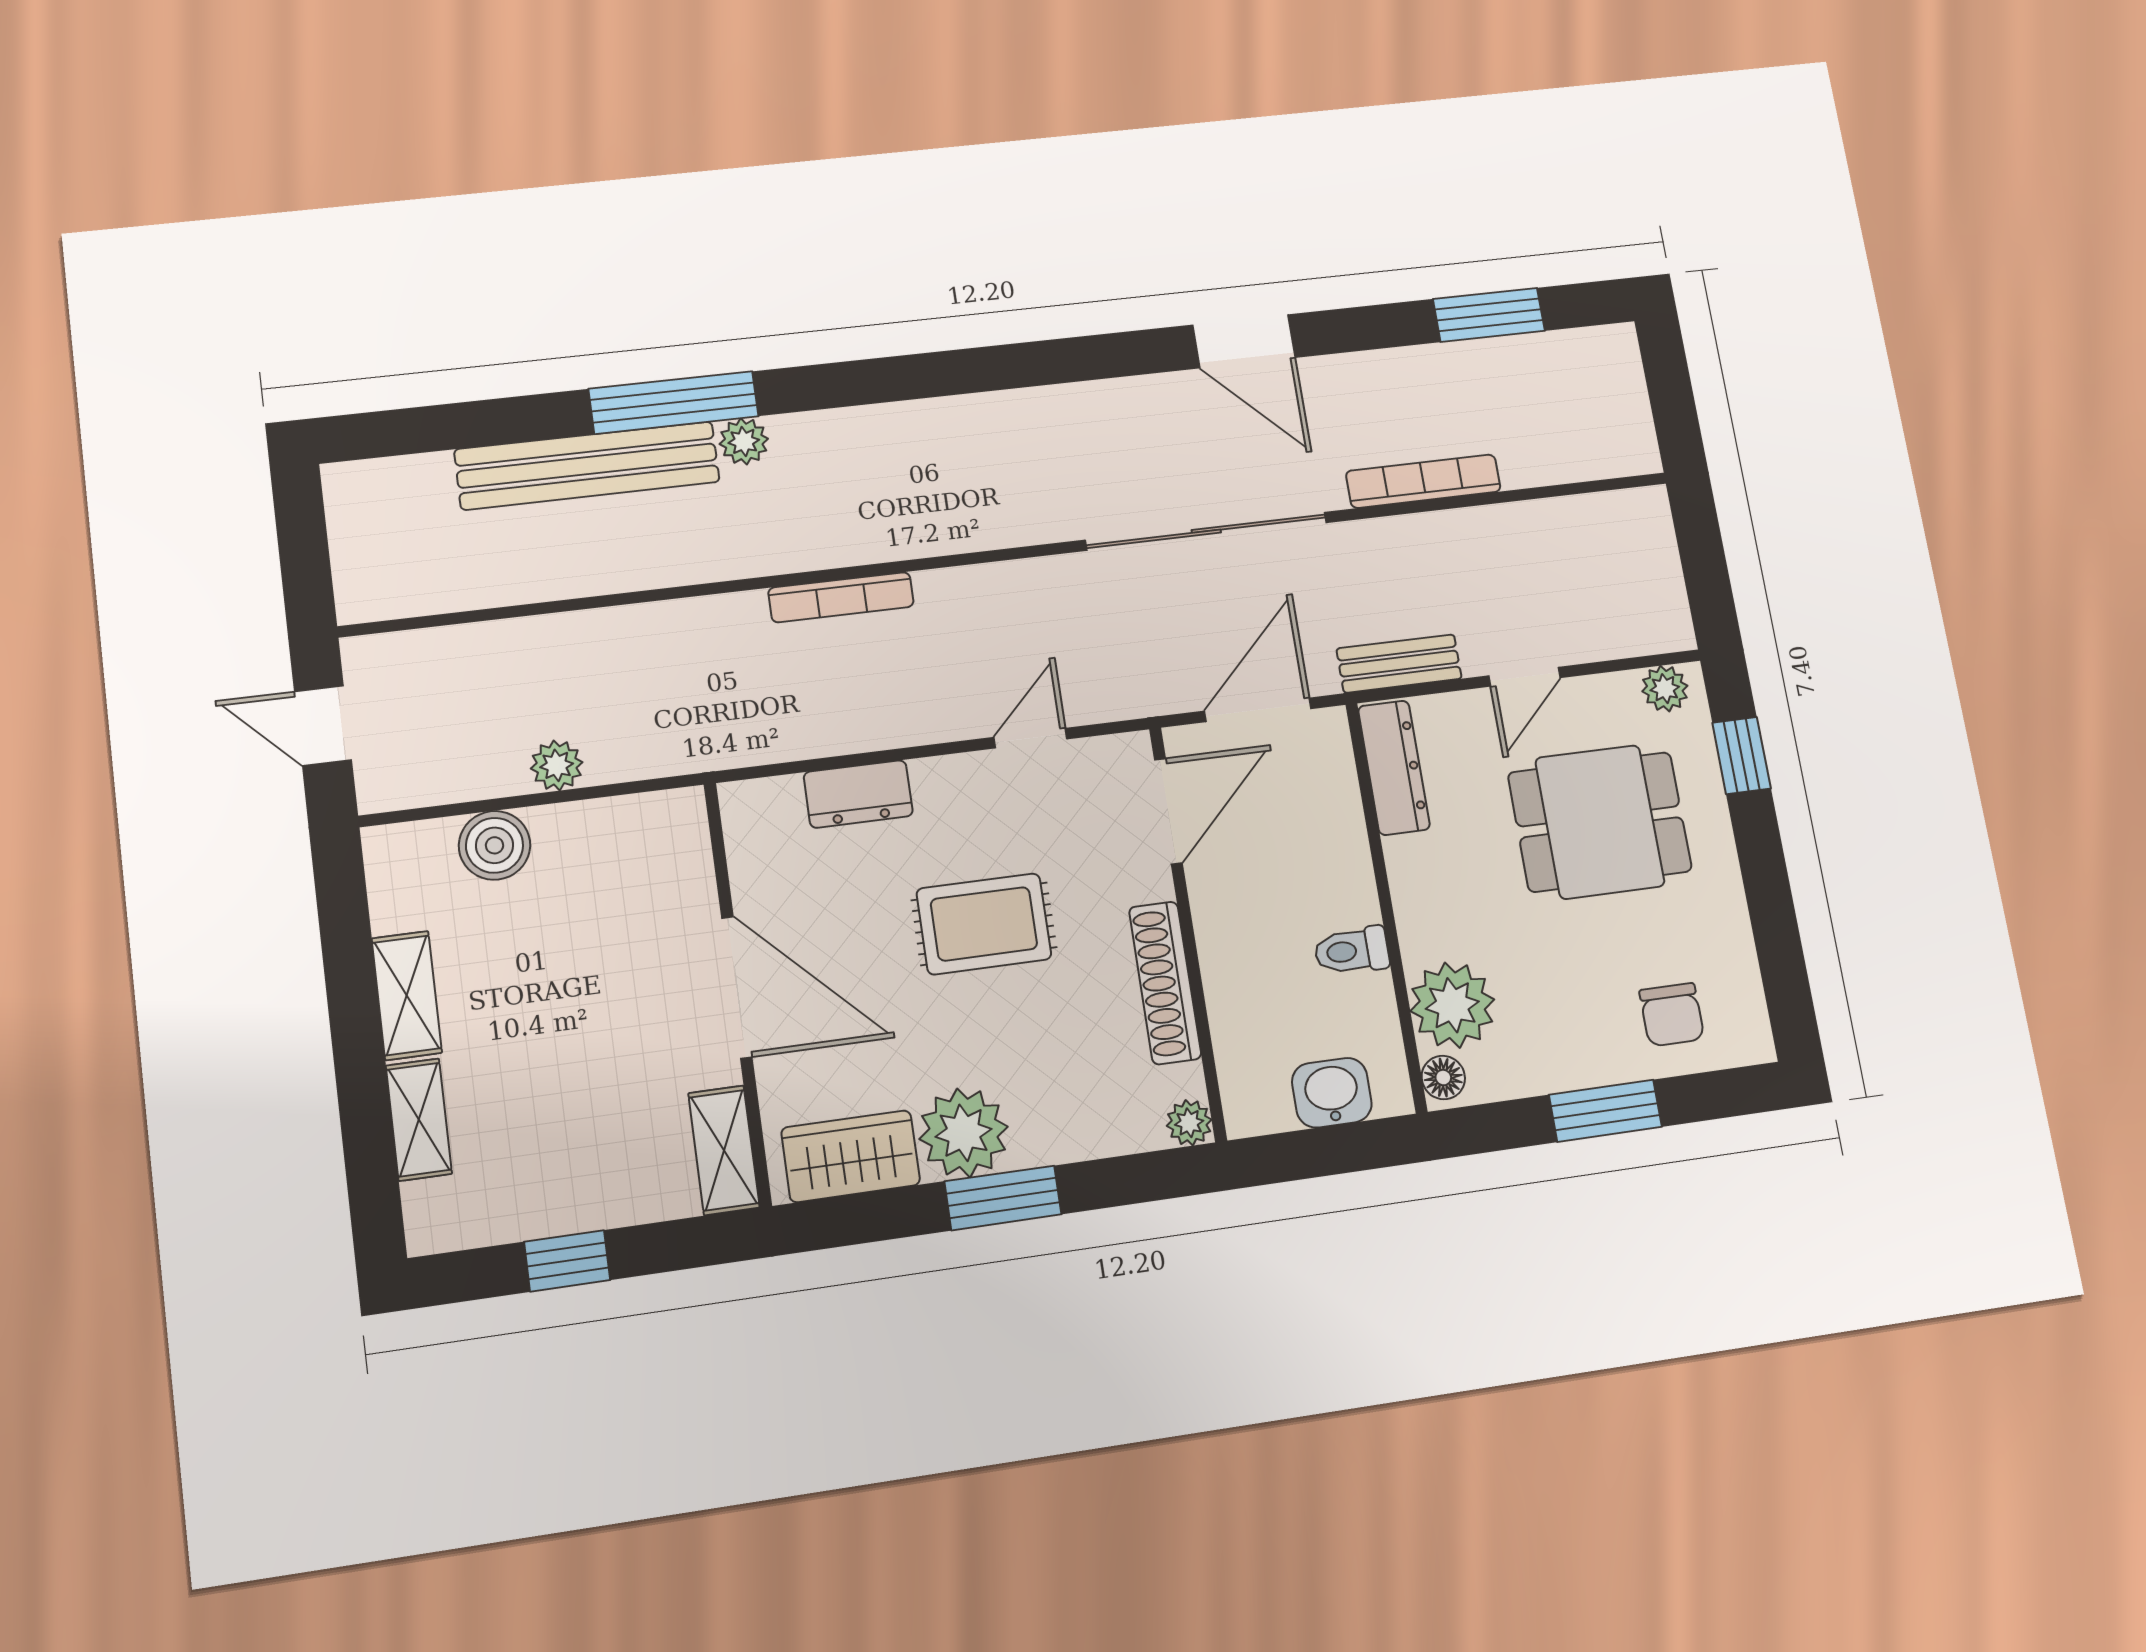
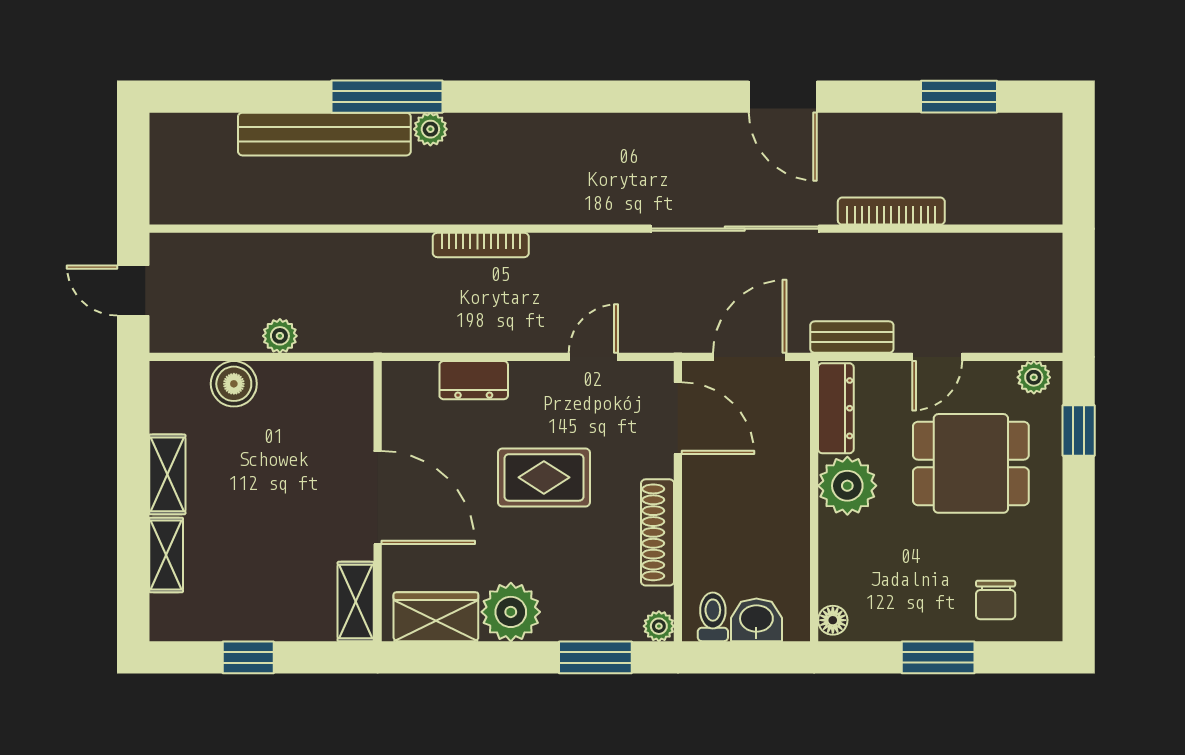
door: (1168, 811) -> (678, 418), hinge flipped
toilet: (1352, 951) -> (713, 617), moved, turned 90
plant: (1452, 1005) -> (847, 486), moved
window: (1003, 1198) -> (595, 657), moved

